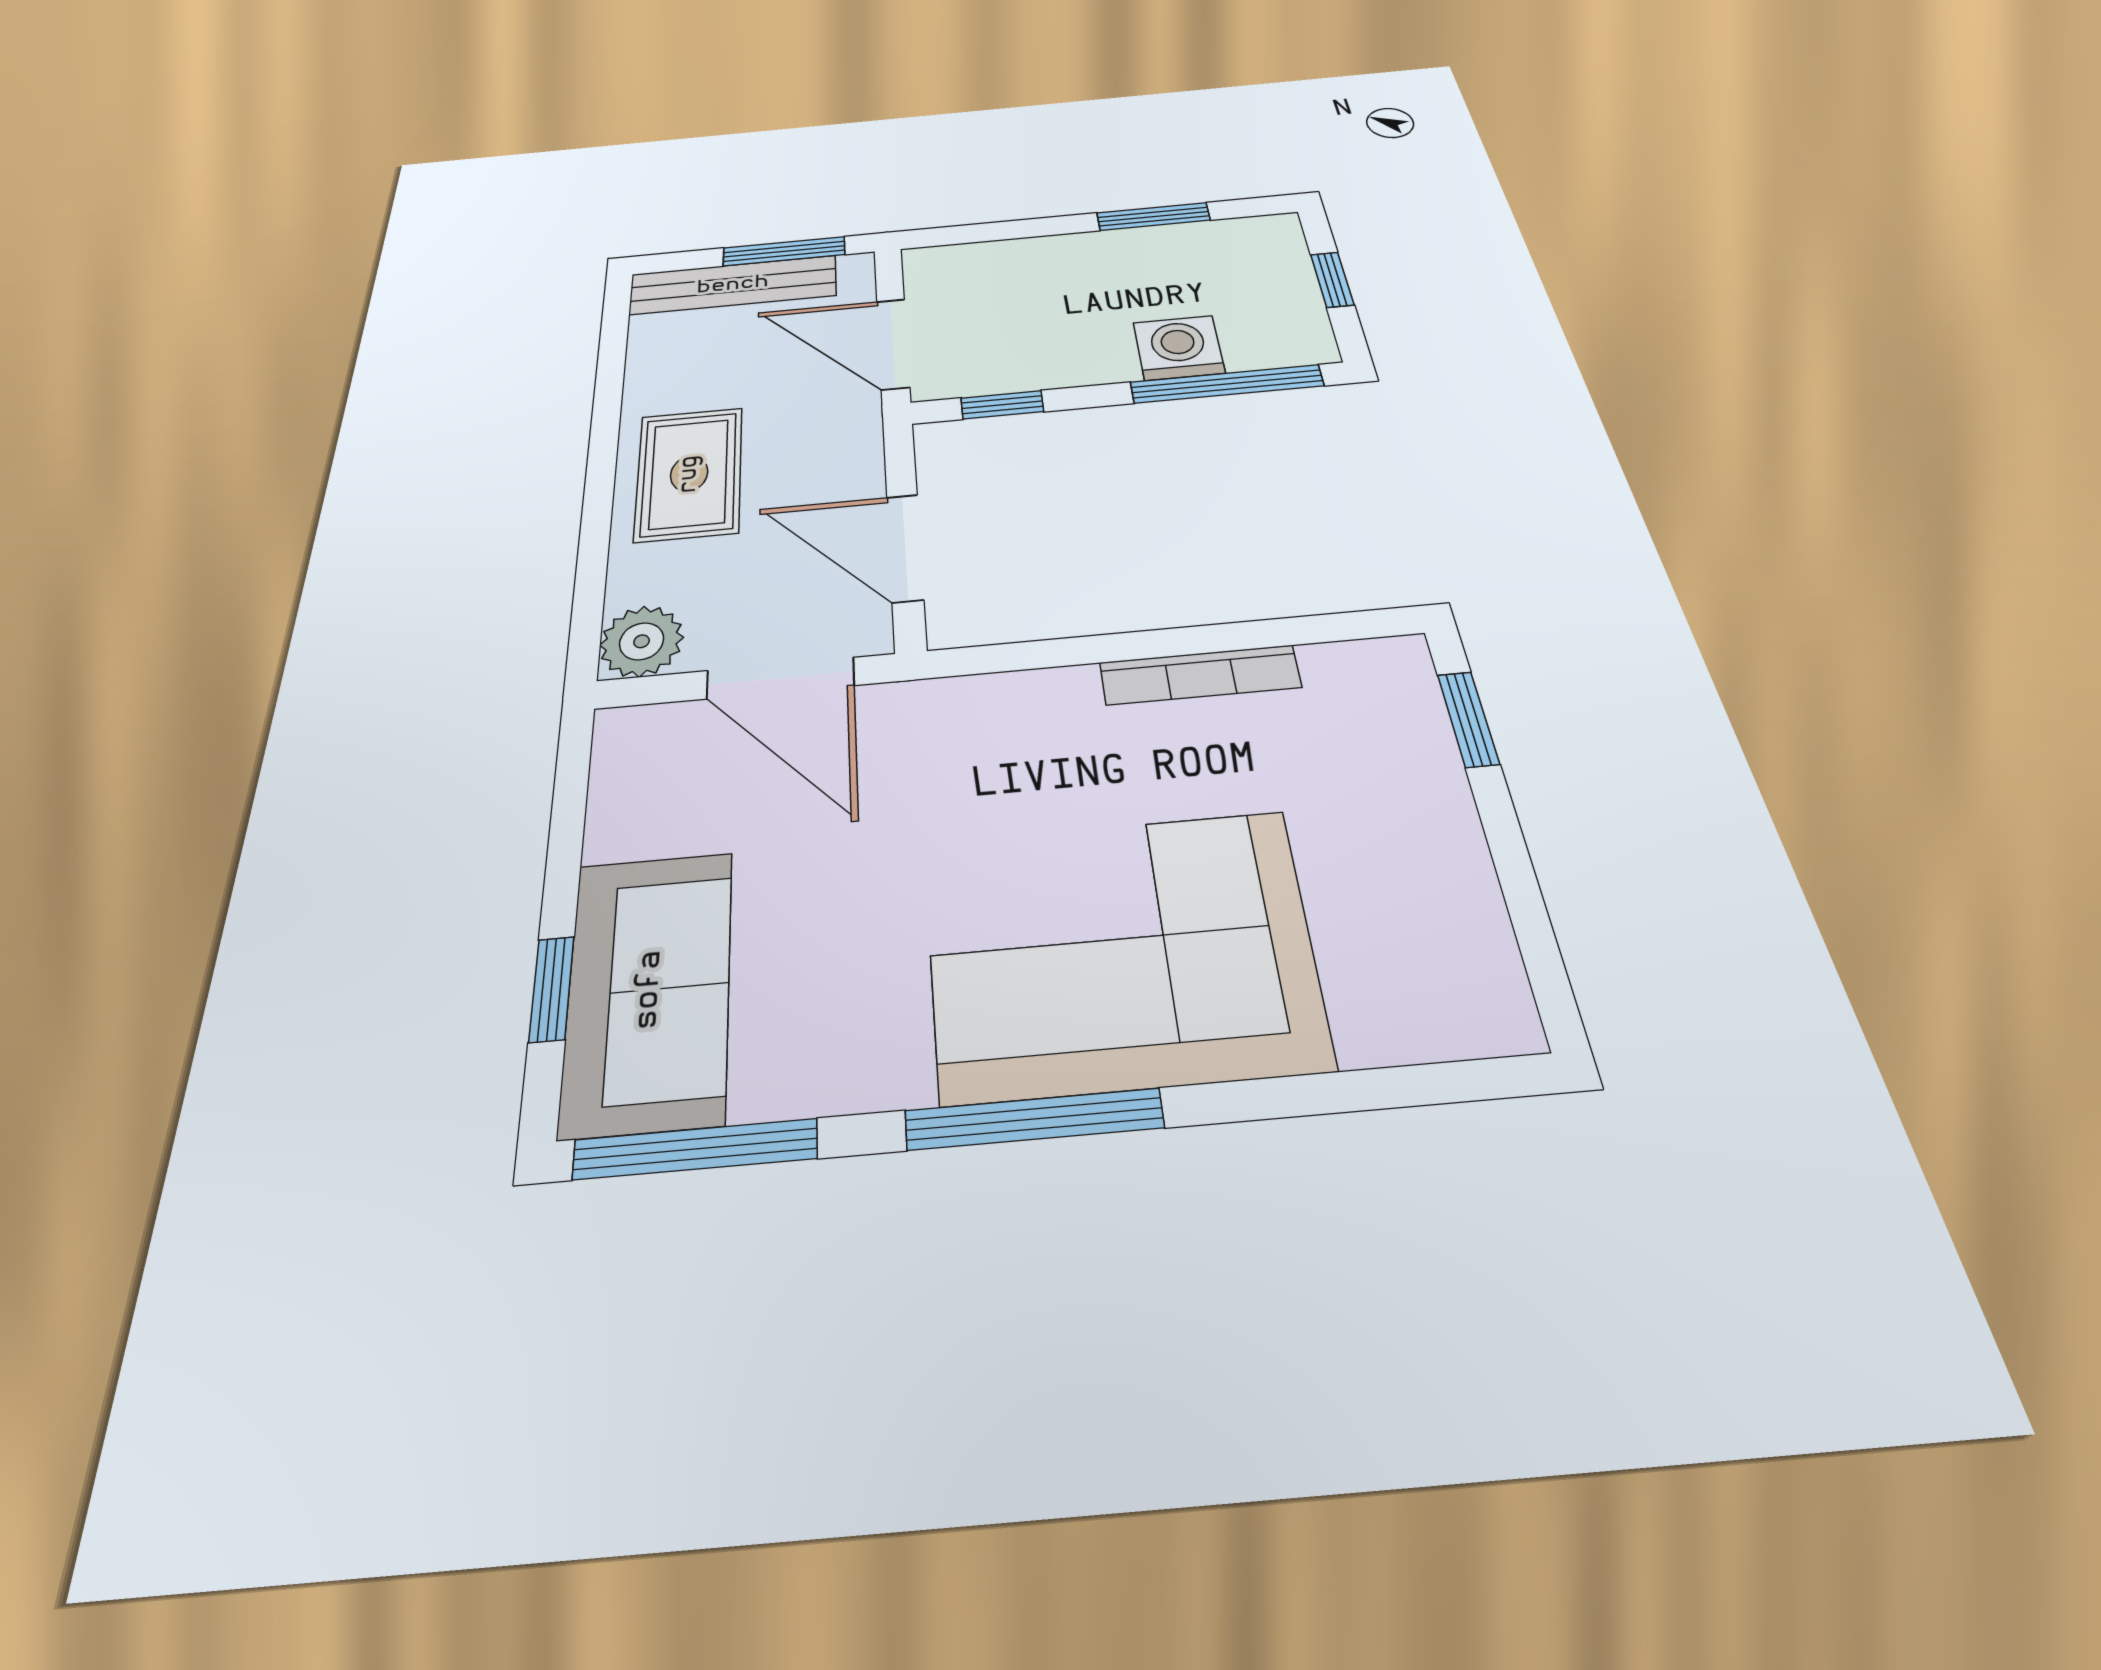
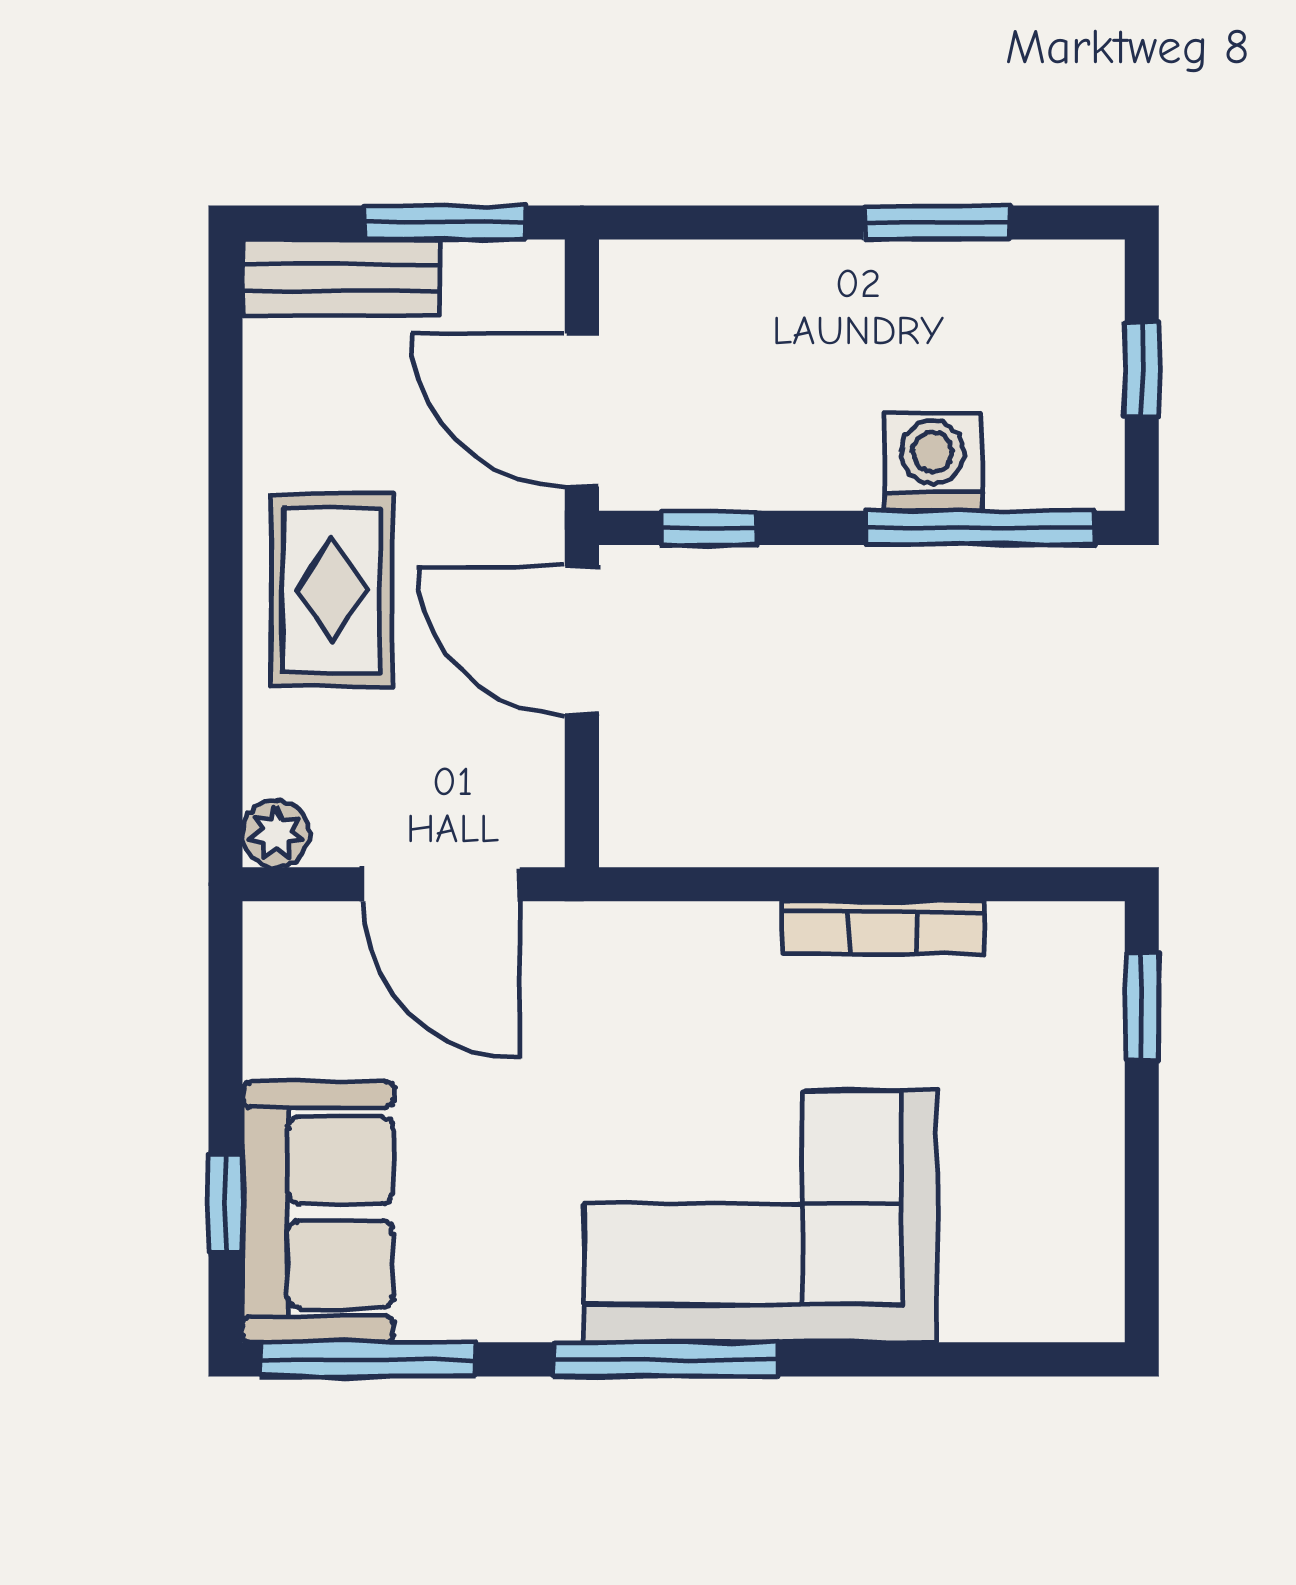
bench: (733, 285) -> (341, 277), width x0.73
door: (905, 548) -> (582, 640), moved
plant: (642, 641) -> (276, 834), width x0.73, depth x0.73

